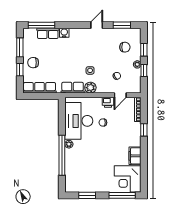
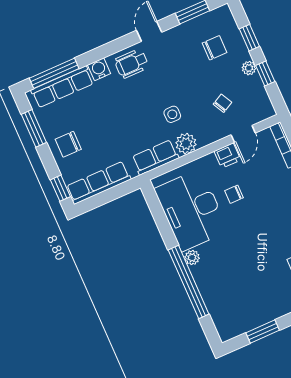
row of seats: (48, 33) -> (62, 87), width x1.48
wheelchair: (81, 37) -> (132, 64), added
window: (20, 70) -> (60, 188), moved

